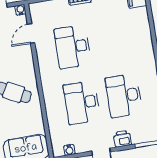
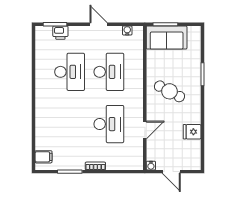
door: (31, 34) -> (145, 130), moved
printer: (123, 139) -> (60, 33), moved

